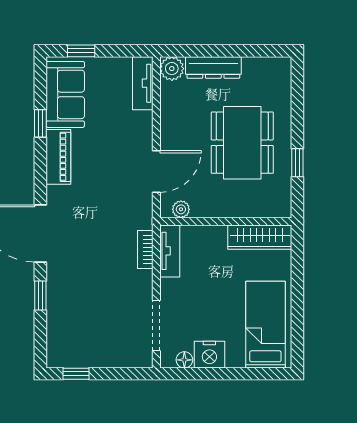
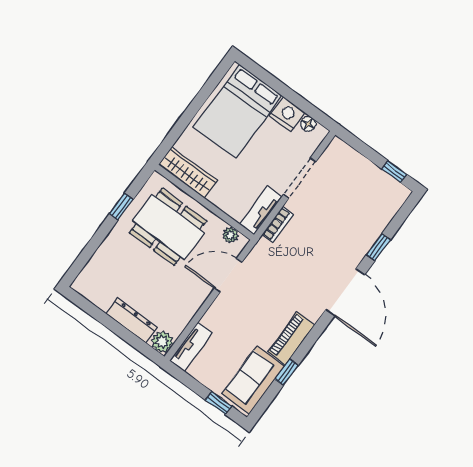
dining table: (242, 143) -> (168, 227), moved, turned 90
bed: (265, 325) -> (238, 111), width x1.50
doorway: (156, 326) -> (300, 178), moved

